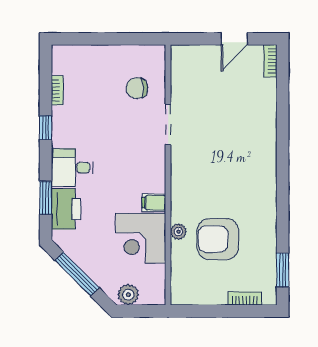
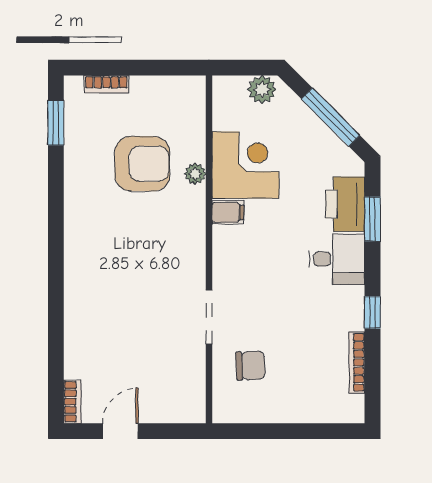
bookcase: (57, 90) -> (357, 362), width x1.56

